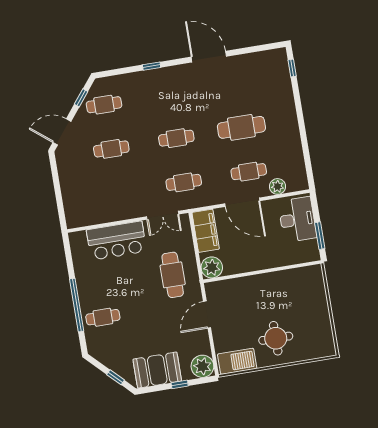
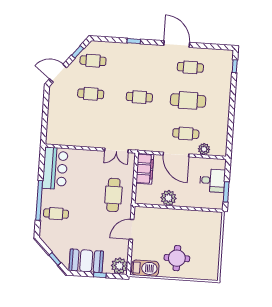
cafe table: (184, 182) -> (190, 67), moved
desk: (297, 219) -> (212, 180), width x0.73
bar counter: (117, 241) -> (55, 168), moved, turned -90
plant: (212, 267) -> (168, 198), moved

